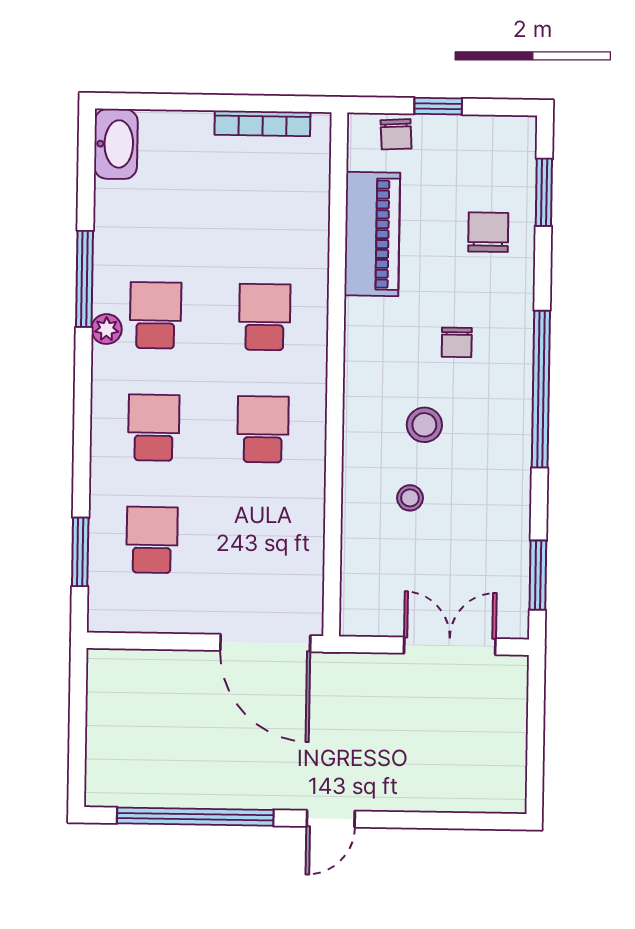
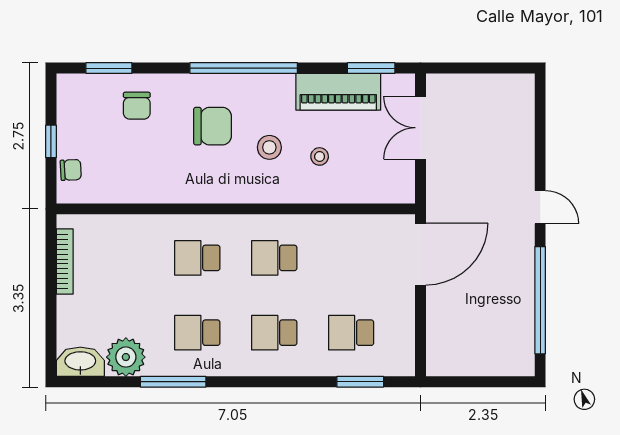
chair: (488, 232) -> (137, 106), turned -90
piano: (372, 234) -> (338, 92), moved, turned 180
plant: (107, 329) -> (126, 357), moved, width x1.88, depth x1.88
chair: (457, 342) -> (213, 126), width x1.87, depth x1.87

